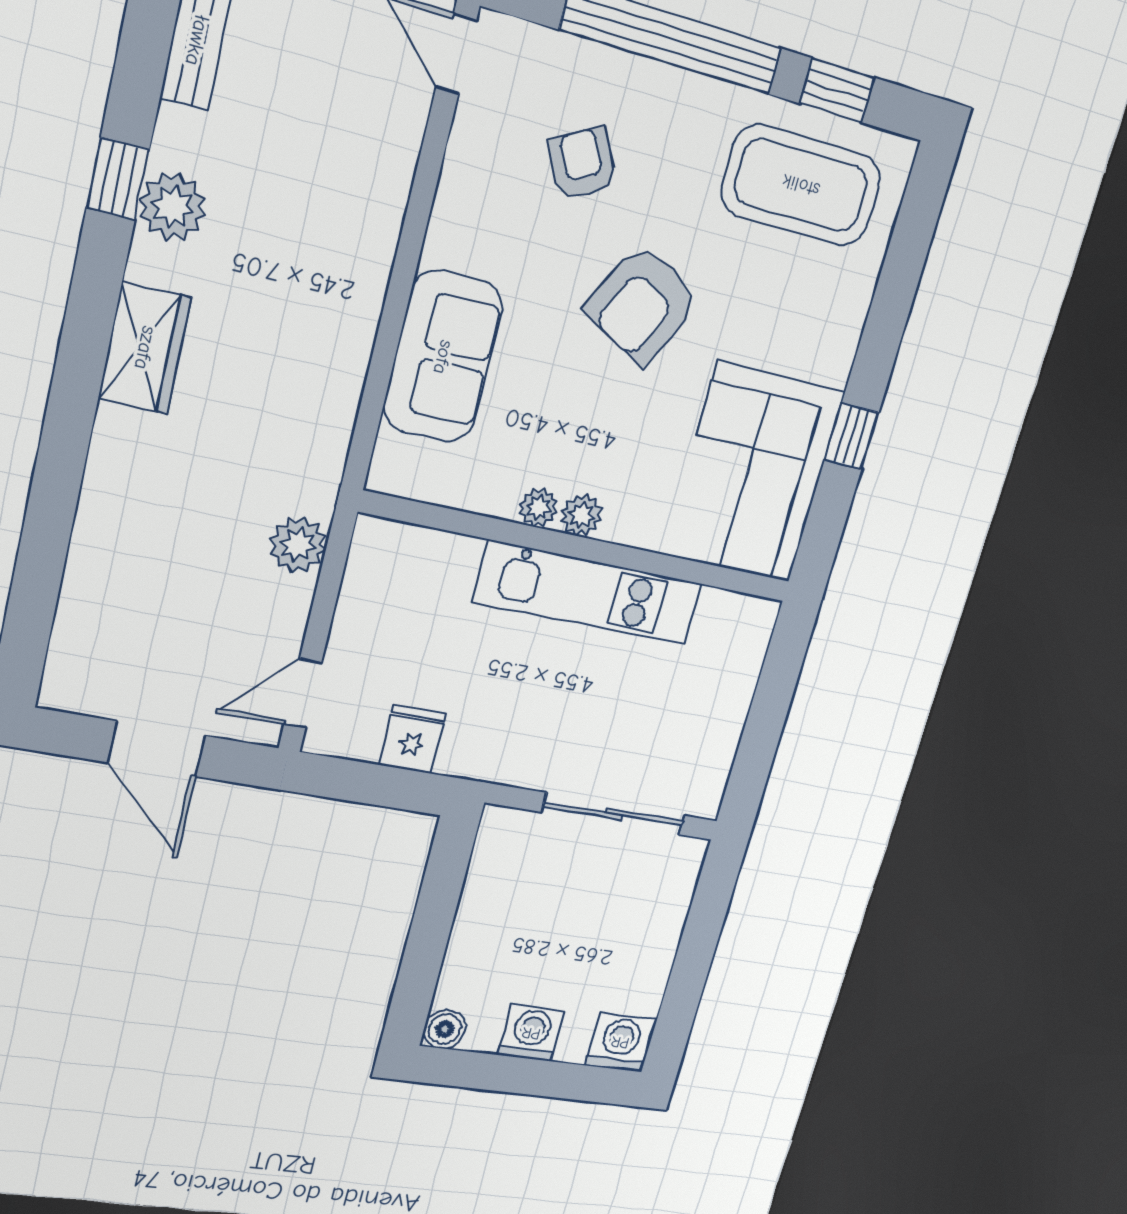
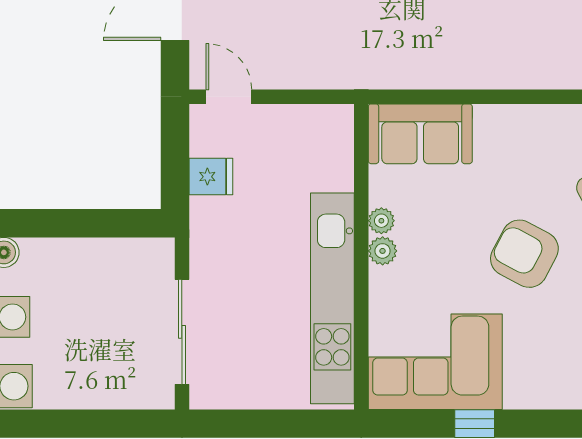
sofa: (443, 357) -> (420, 134), moved
plant: (298, 545) -> (325, 71), removed
kitchen unit: (589, 593) -> (332, 298), width x1.36

